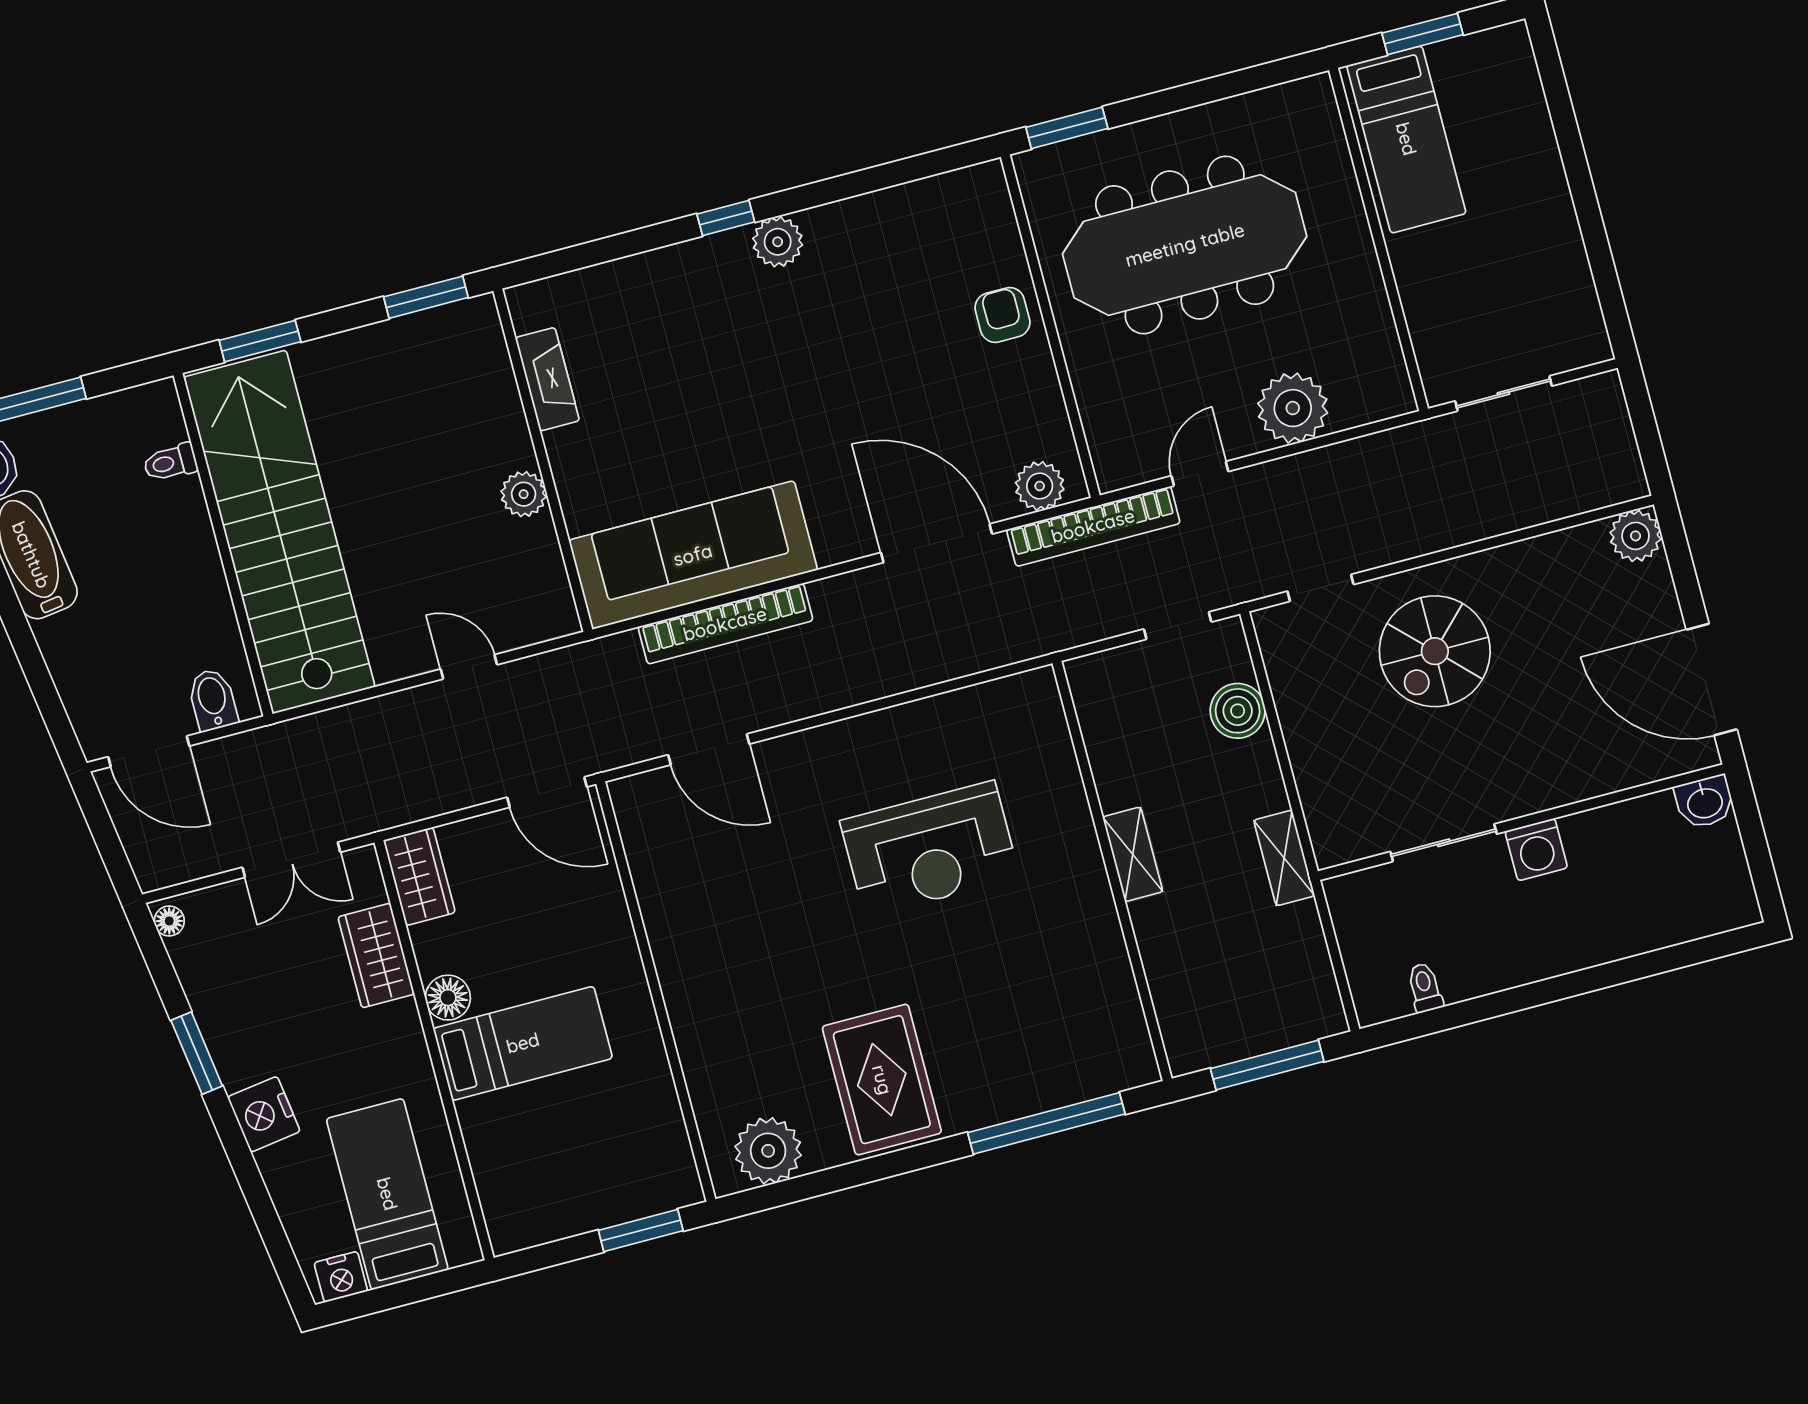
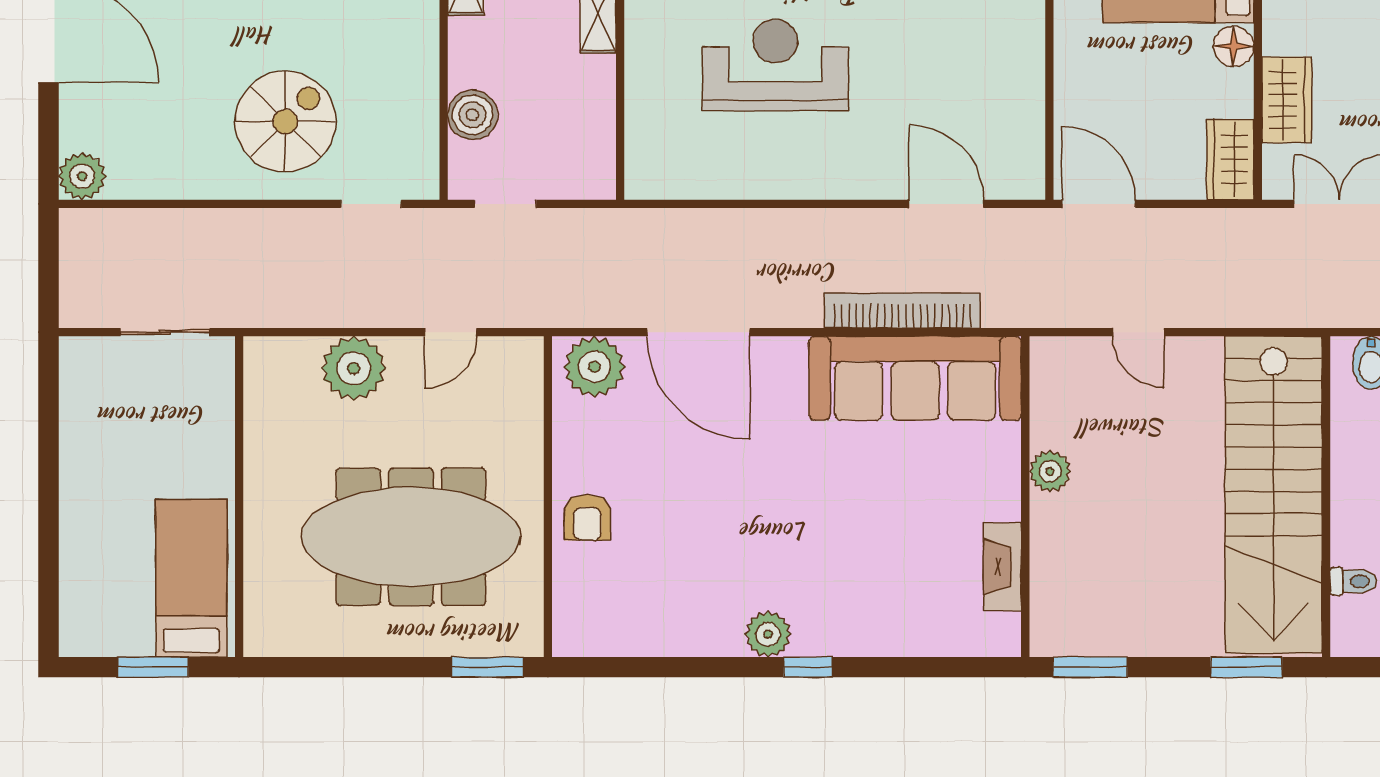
plant: (1040, 486) -> (594, 367), width x1.36, depth x1.36
bookcase: (1093, 526) -> (557, 311), removed

